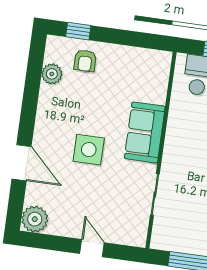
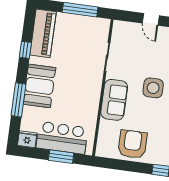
armchair: (85, 61) -> (132, 144), moved, width x1.88, depth x1.88

